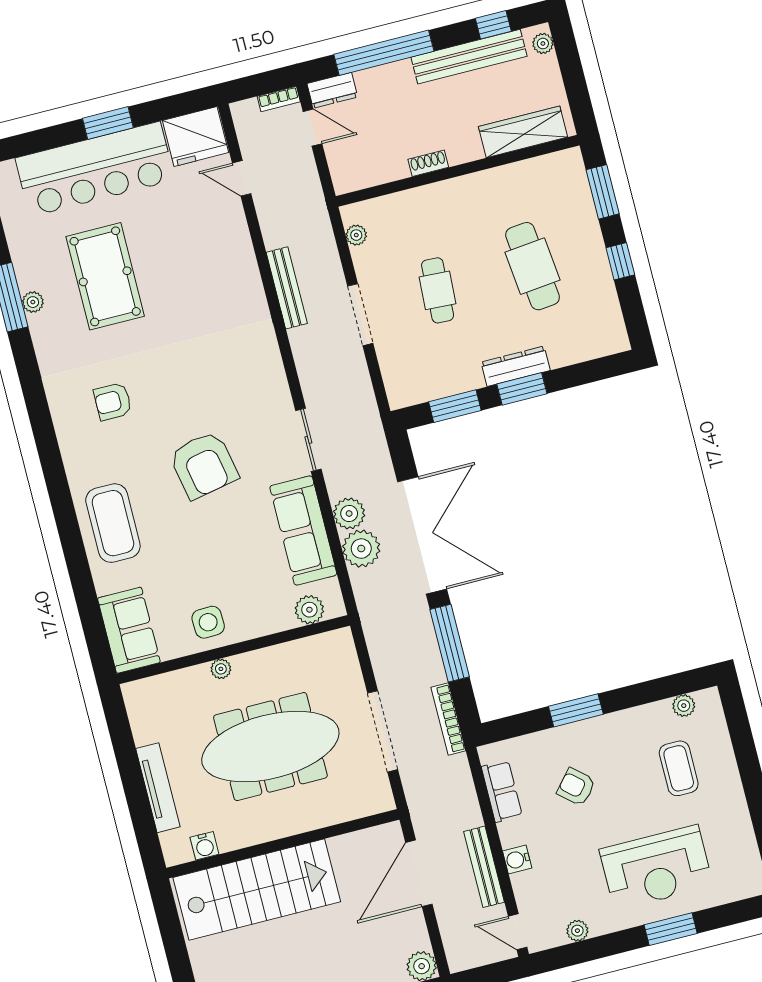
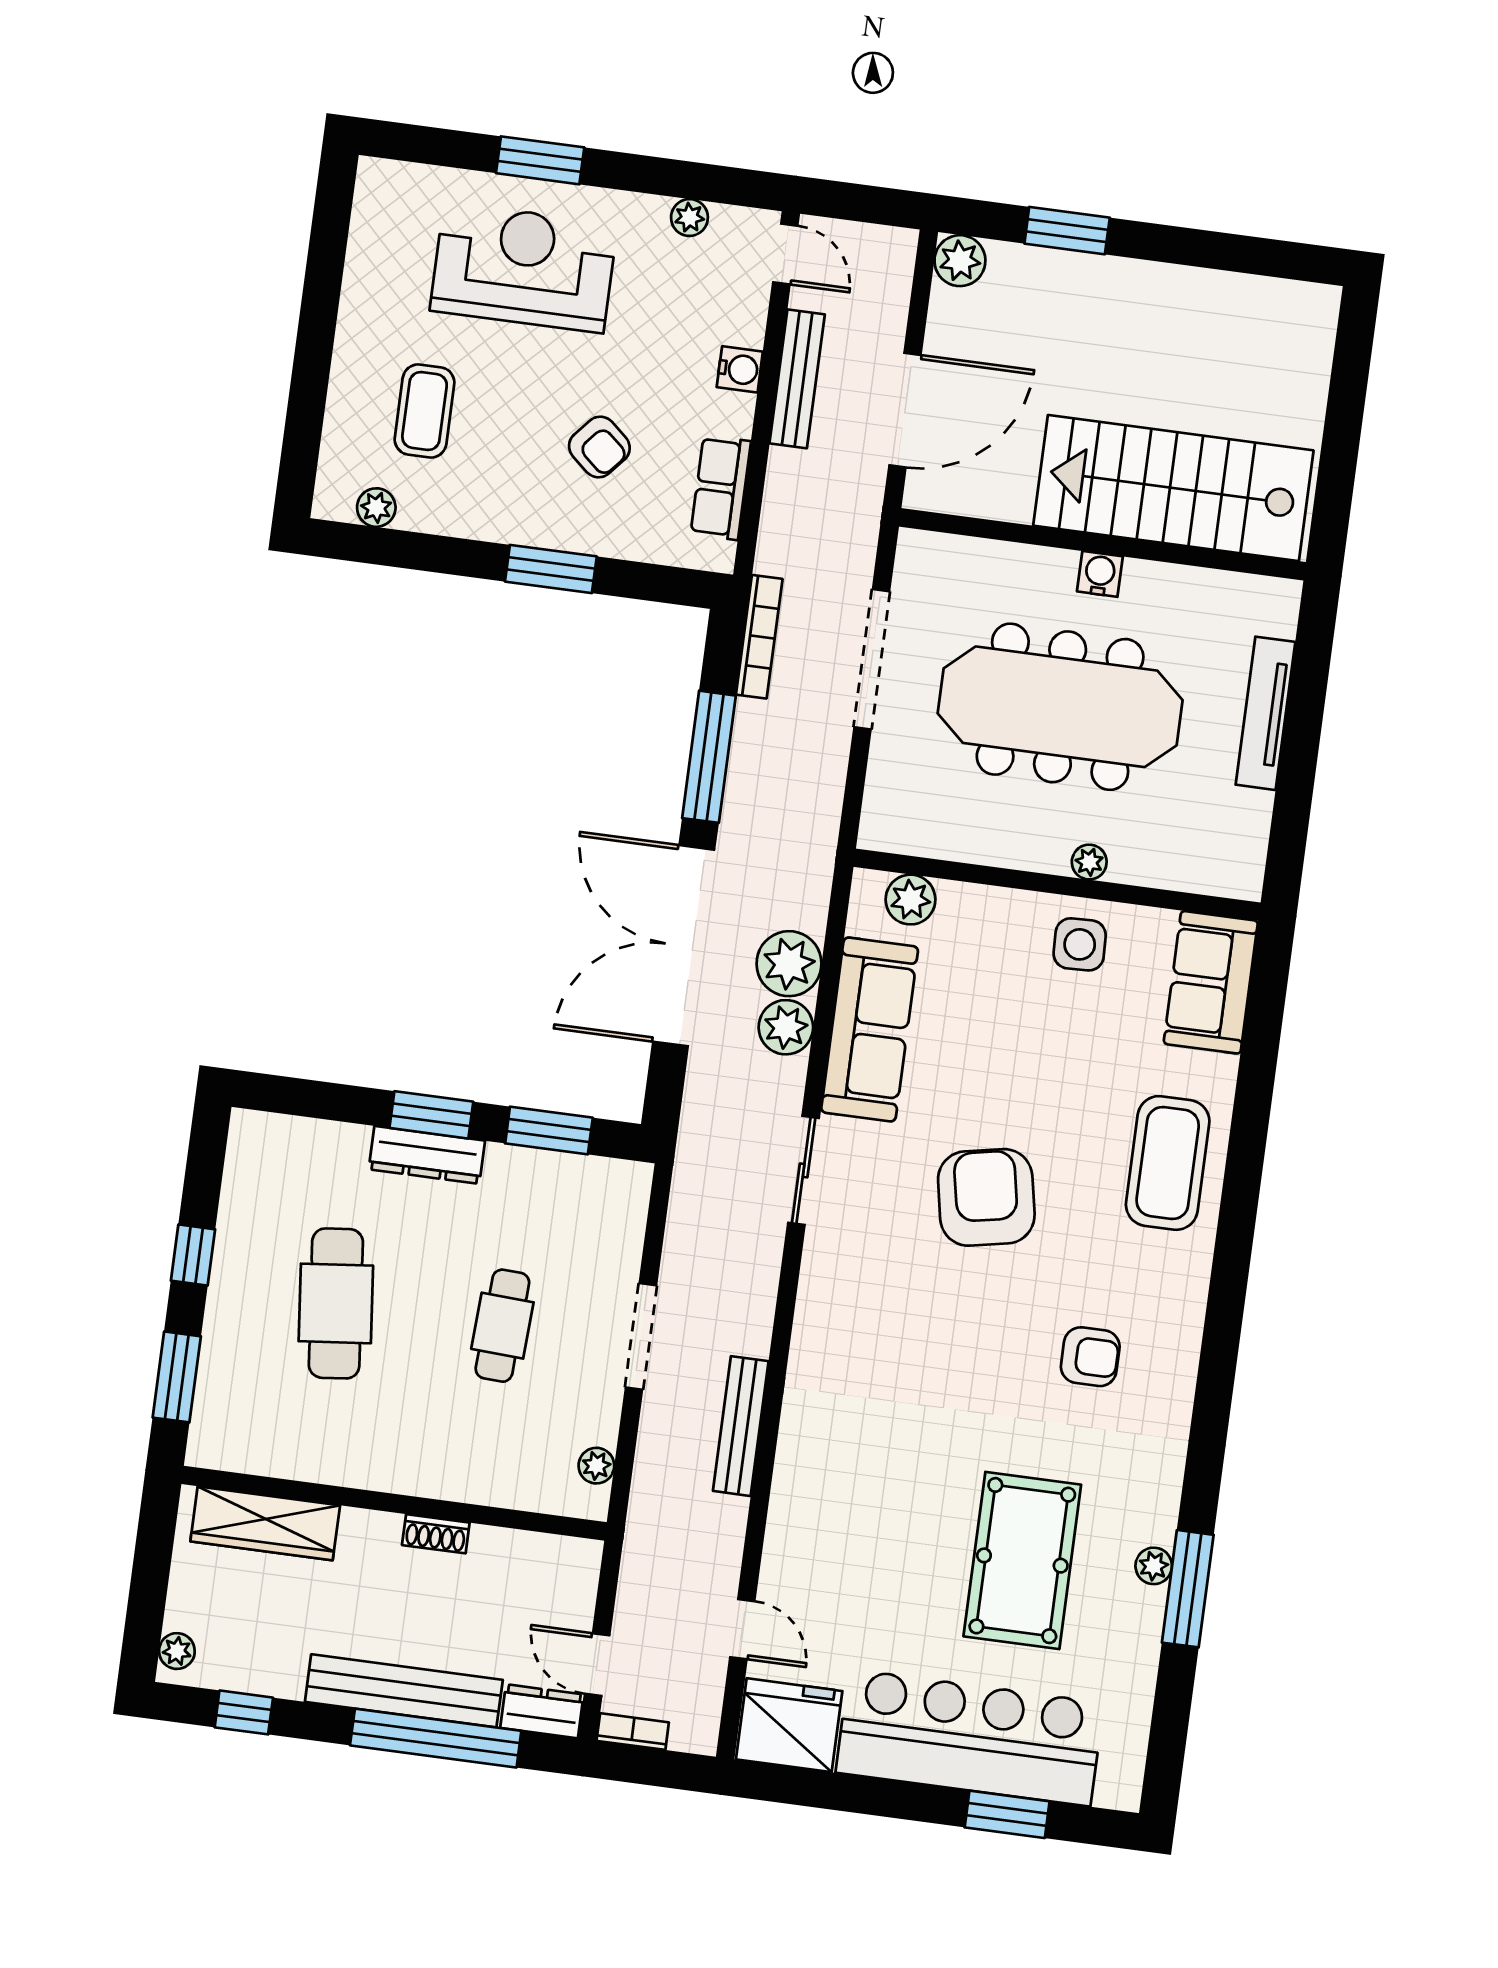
bench: (469, 57) -> (404, 1691), moved
window: (108, 123) -> (1007, 1814), moved
water cooler: (204, 846) -> (1100, 574), moved

